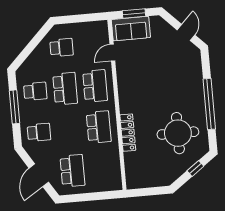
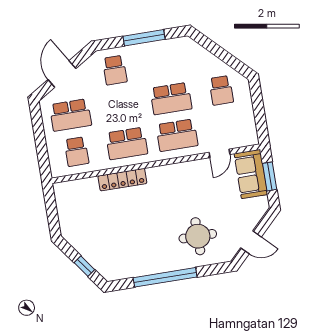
door: (112, 53) -> (220, 153), swing flipped
school desk: (35, 91) -> (76, 152), moved
round table: (178, 133) -> (198, 236), moved, width x0.73, depth x0.73
door: (39, 175) -> (62, 74), hinge flipped

